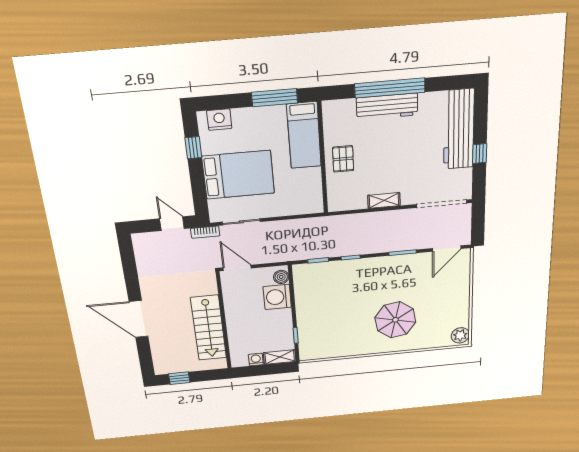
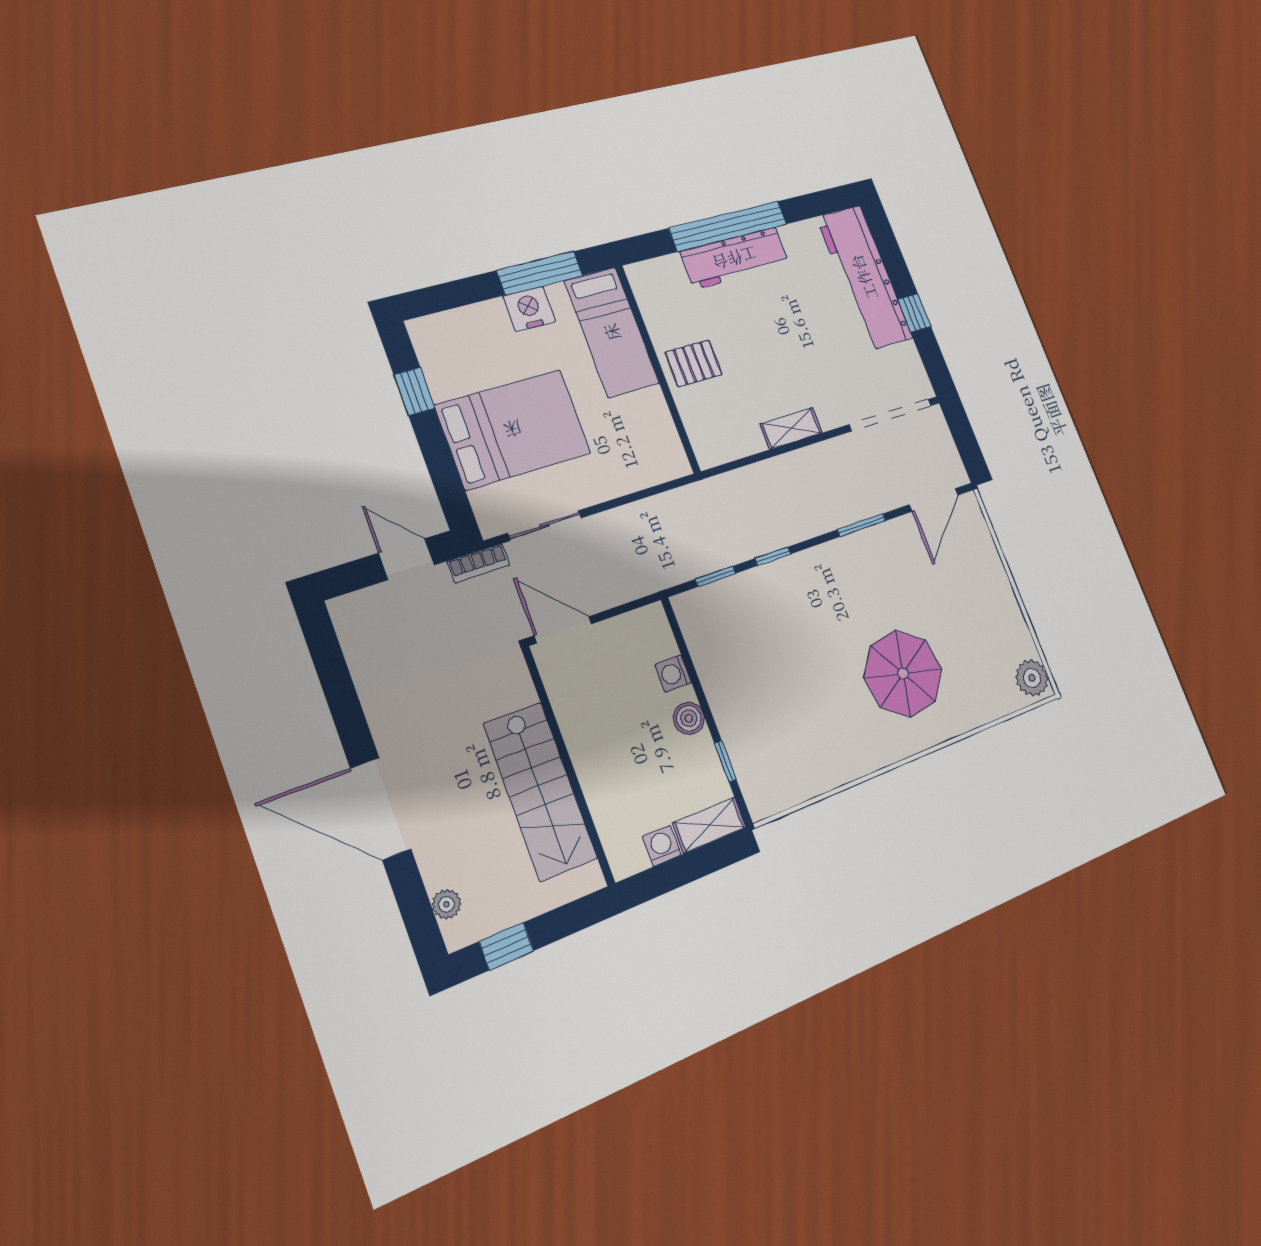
nightstand: (219, 120) -> (529, 309), moved
pallet: (343, 159) -> (694, 363), turned 90
boiler: (281, 277) -> (689, 718), moved
washing machine: (277, 297) -> (673, 674), width x0.53, depth x0.53
plant: (158, 358) -> (446, 904), added

